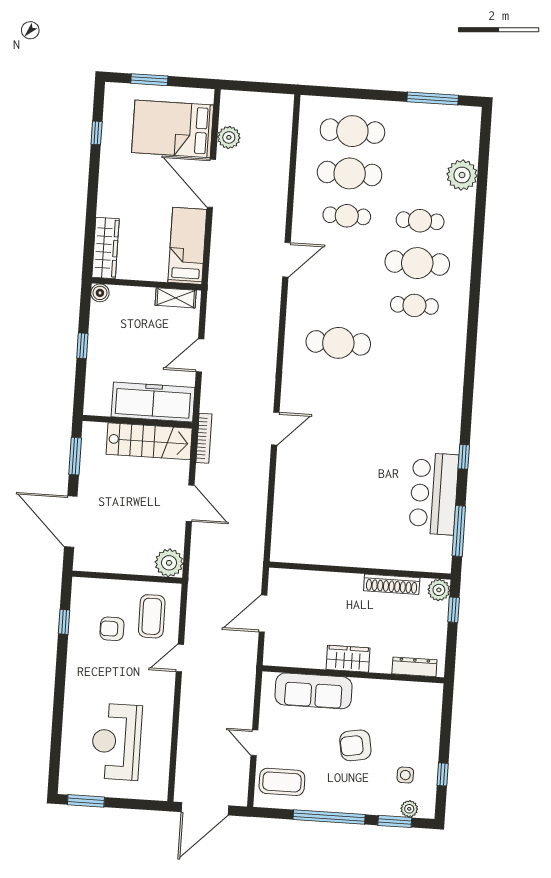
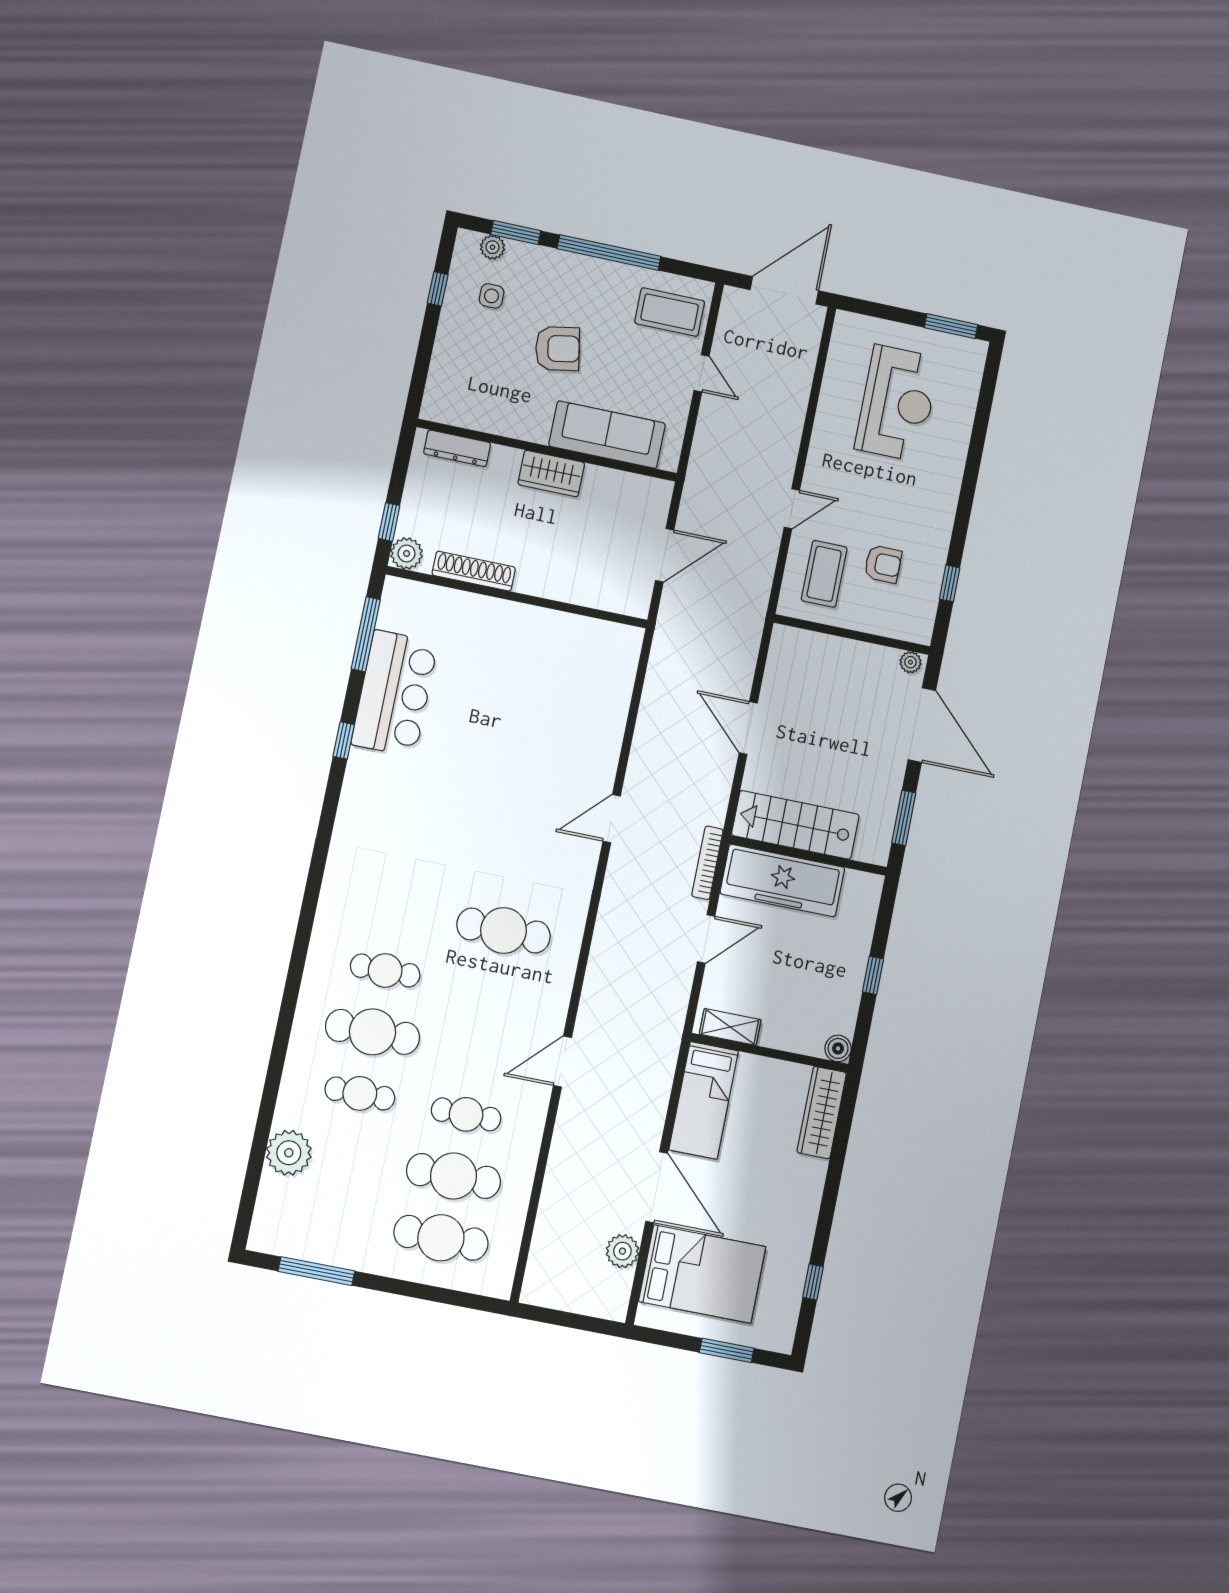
bookcase: (204, 438) -> (707, 863), moved
plant: (169, 563) -> (910, 662), moved, width x0.53, depth x0.53

